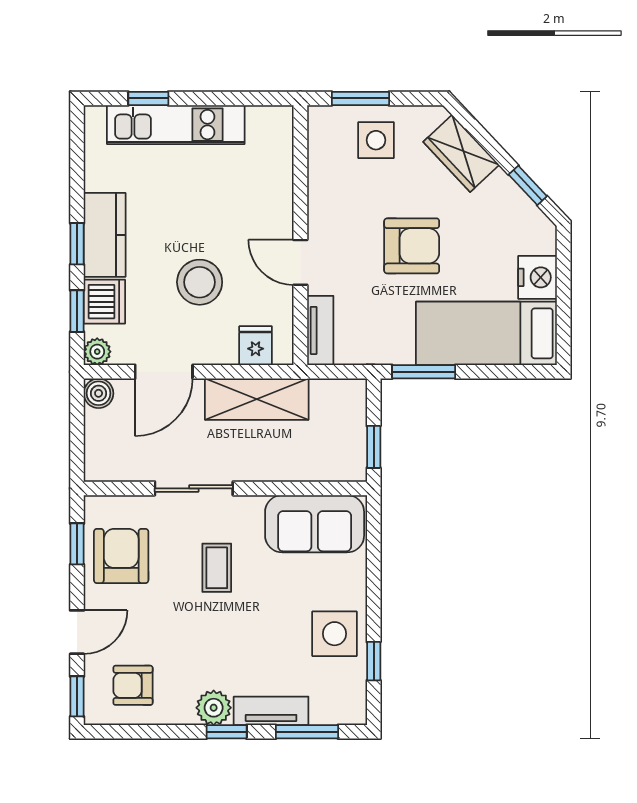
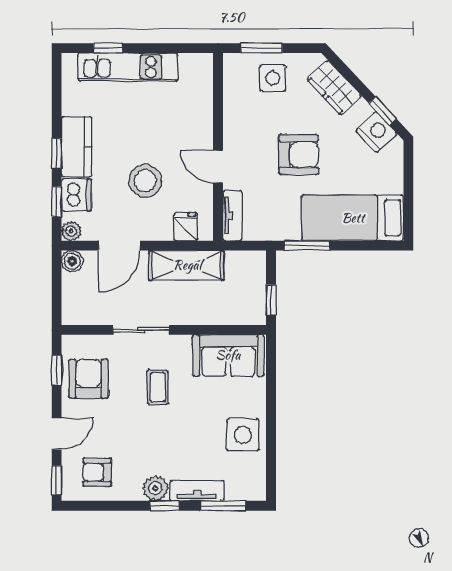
nightstand: (538, 277) -> (377, 132), moved, turned -43
window: (374, 661) -> (271, 455), removed

